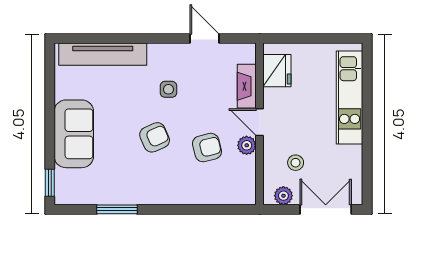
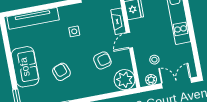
door: (259, 122) -> (130, 40), hinge flipped
armchair: (155, 137) -> (61, 72), moved, turned -87
plant: (247, 145) -> (125, 80), moved, width x1.87, depth x1.87

